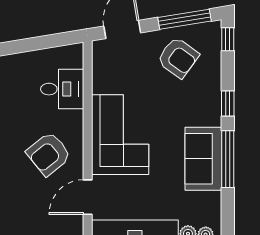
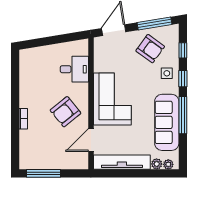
window: (228, 39) -> (183, 50), moved
side table: (203, 95) -> (167, 73), added
sofa: (203, 159) -> (167, 122), width x1.36

